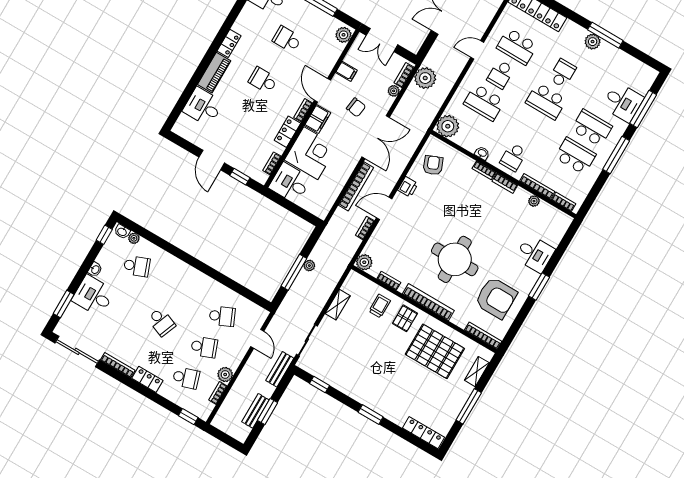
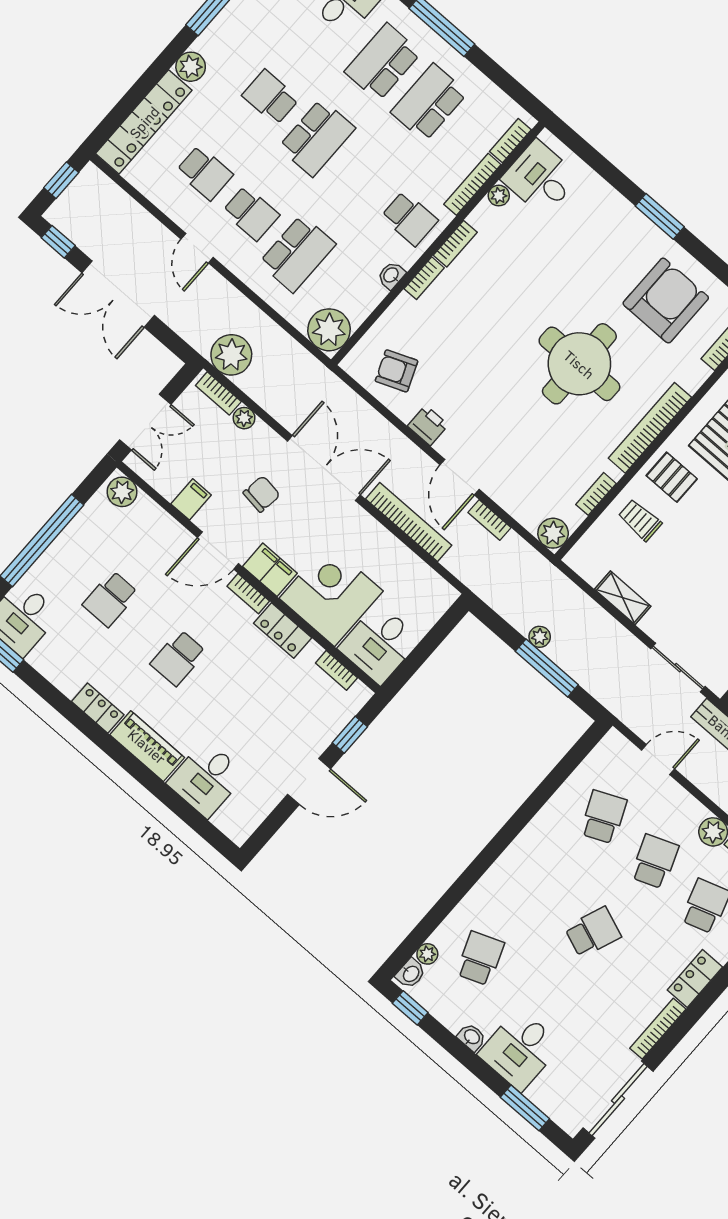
plant: (593, 42) -> (191, 67), moved
school desk: (517, 46) -> (205, 173), width x0.54
desk: (535, 254) -> (540, 178), moved, turned -90

